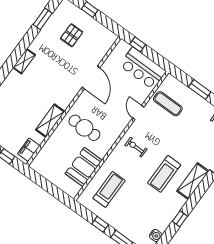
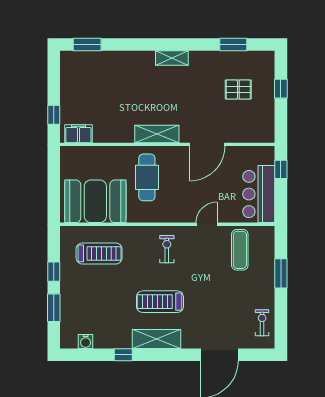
shelving: (50, 121) -> (157, 134), moved
booth: (84, 167) -> (95, 201), width x1.36, depth x1.42
shelving: (193, 181) -> (157, 339), moved

